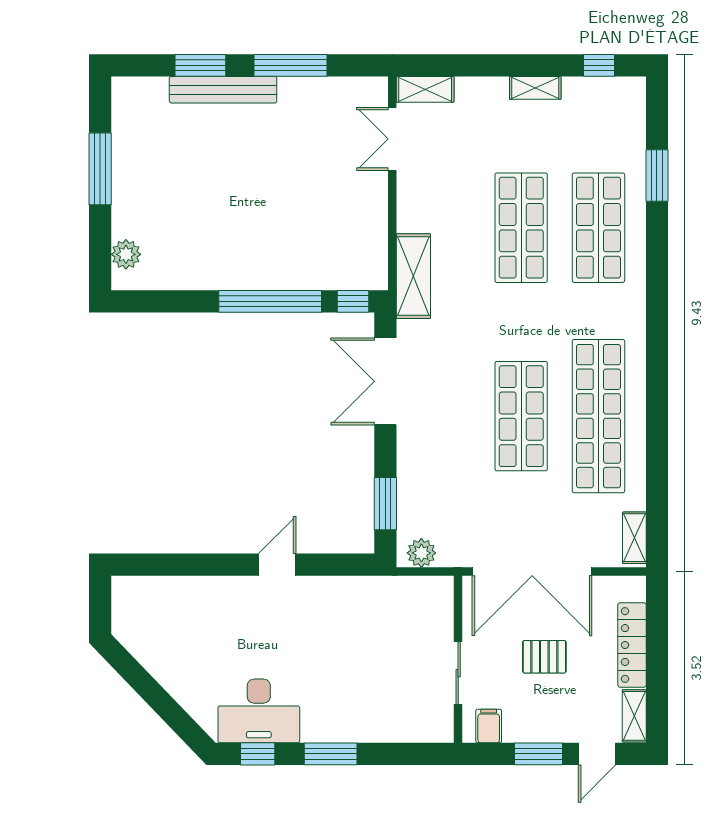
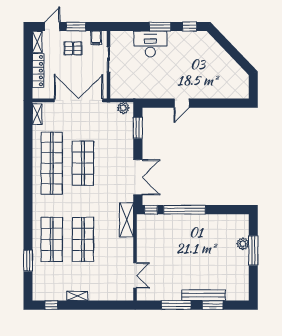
shelving: (425, 89) -> (122, 295), removed
window: (100, 169) -> (253, 250), moved
plant: (126, 254) -> (243, 244), moved
pallet: (544, 657) -> (73, 48), moved
desk: (259, 711) -> (150, 44), moved

